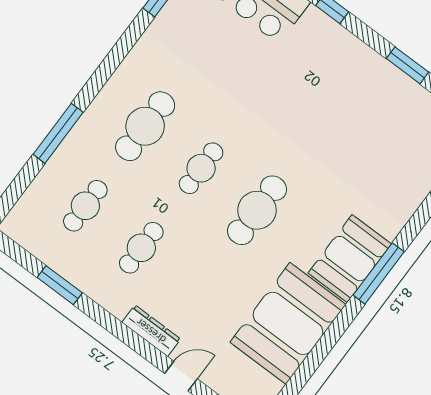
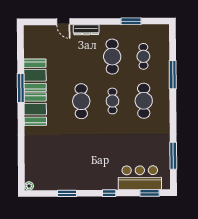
cafe table: (141, 248) -> (112, 57), width x1.37, depth x1.35
window: (379, 273) -> (21, 88), moved
booth: (288, 323) -> (35, 75), width x0.73, depth x0.70
door: (181, 376) -> (63, 22), hinge flipped

